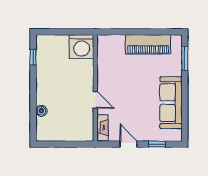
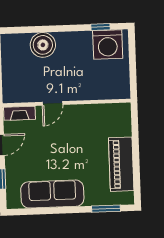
washing machine: (82, 47) -> (108, 45), moved, turned -90
boiler: (41, 111) -> (43, 45), width x1.86, depth x1.86

